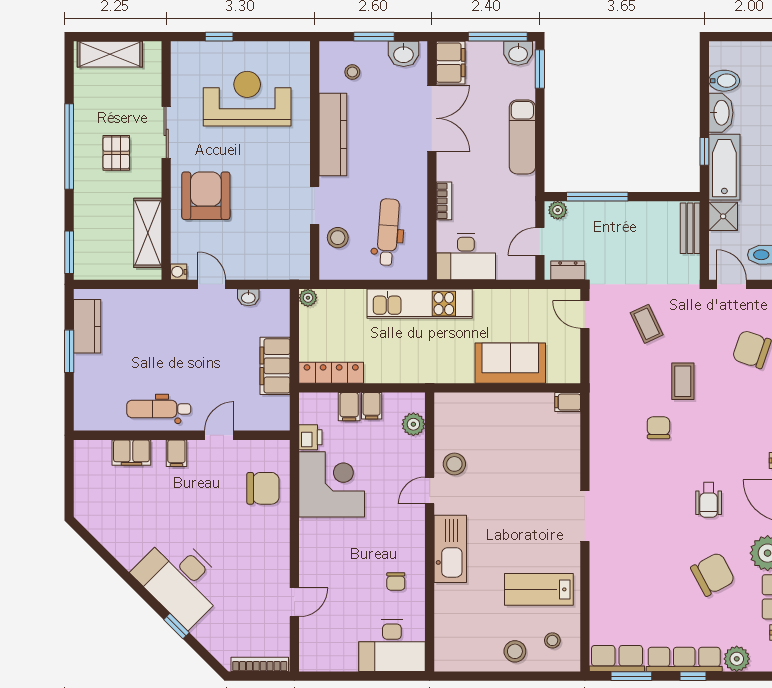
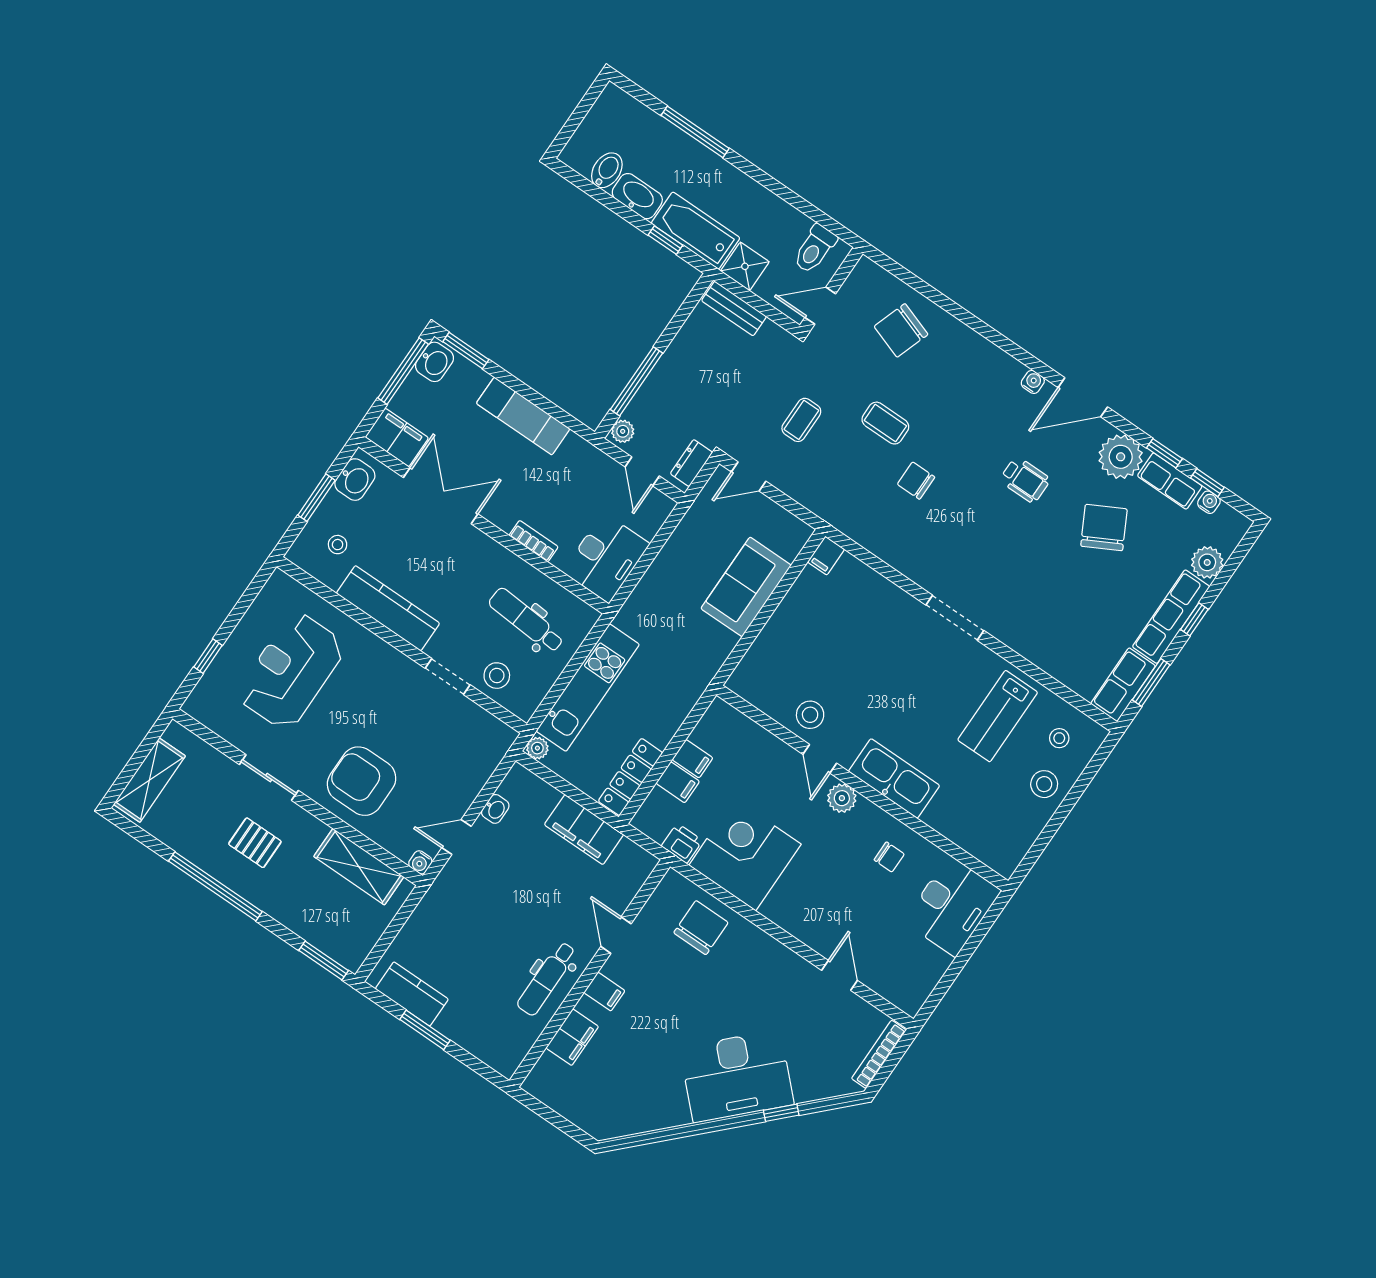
kitchen unit: (420, 304) -> (588, 688), moved
coffee table: (647, 324) -> (801, 420), turned -65
plant: (413, 424) -> (842, 798), moved

